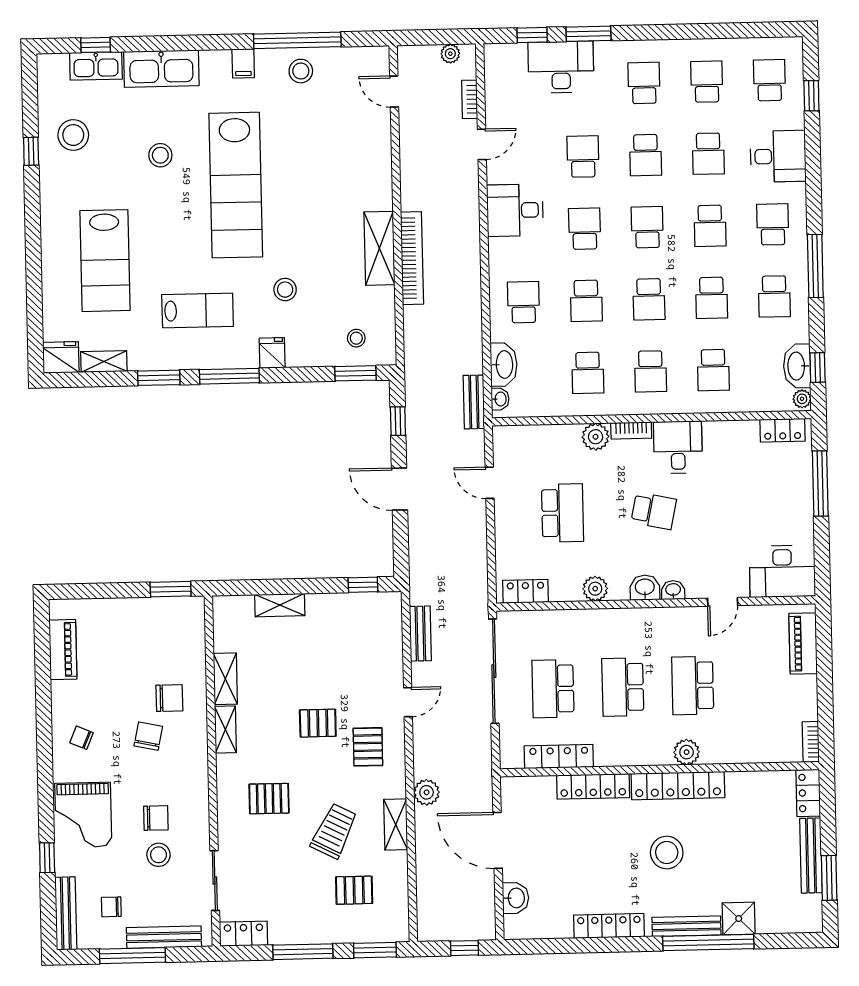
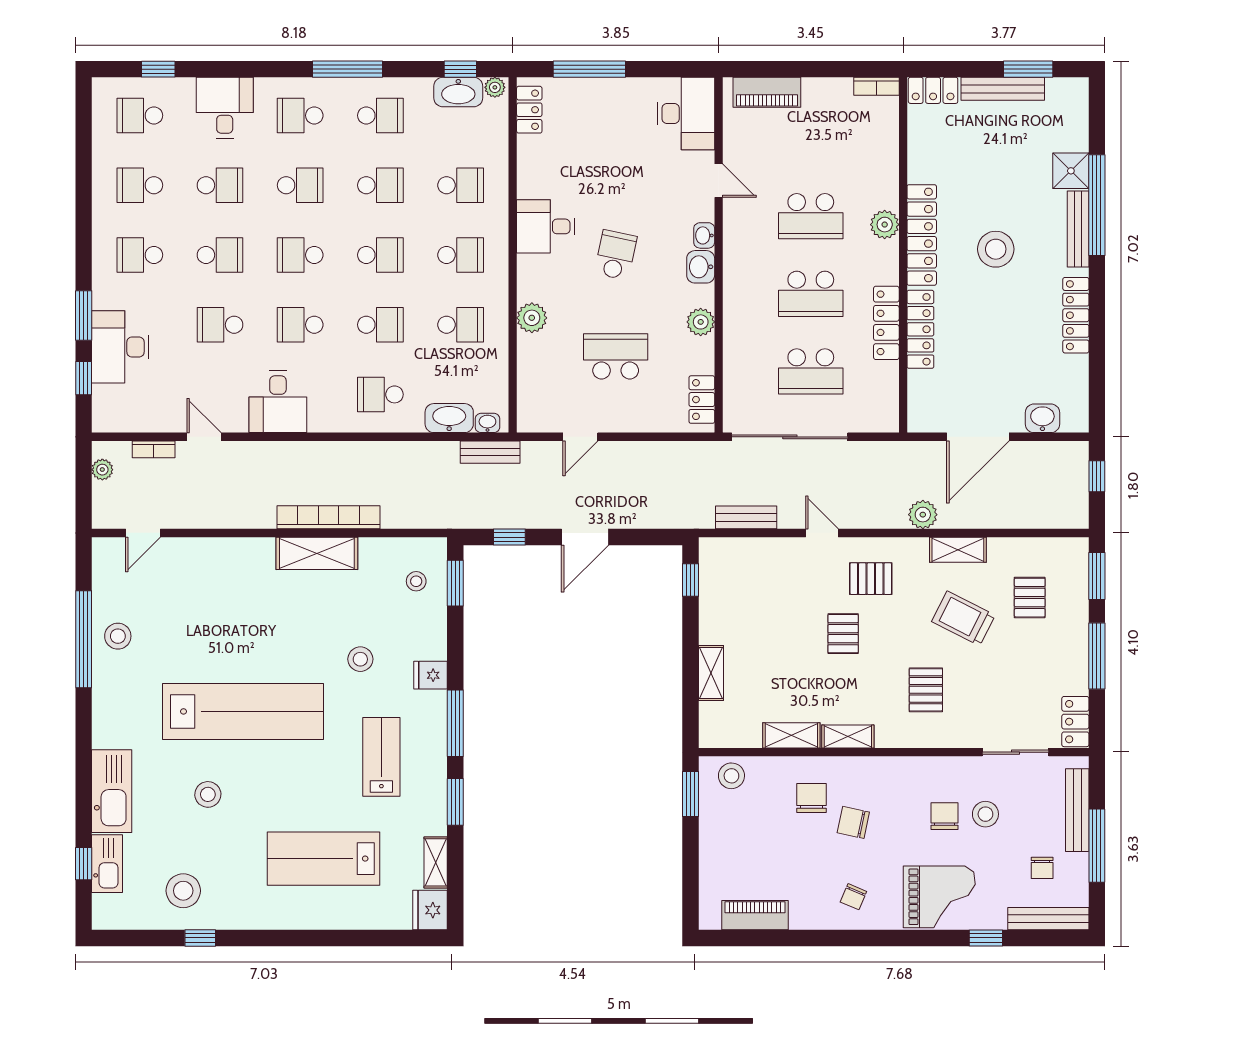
filing cabinet: (243, 63) -> (108, 700), removed
lab bench: (105, 261) -> (324, 859), turned 180
bookcase: (631, 431) -> (526, 278), removed
stool: (188, 626) -> (731, 776), added
locker: (559, 757) -> (886, 323), moved

